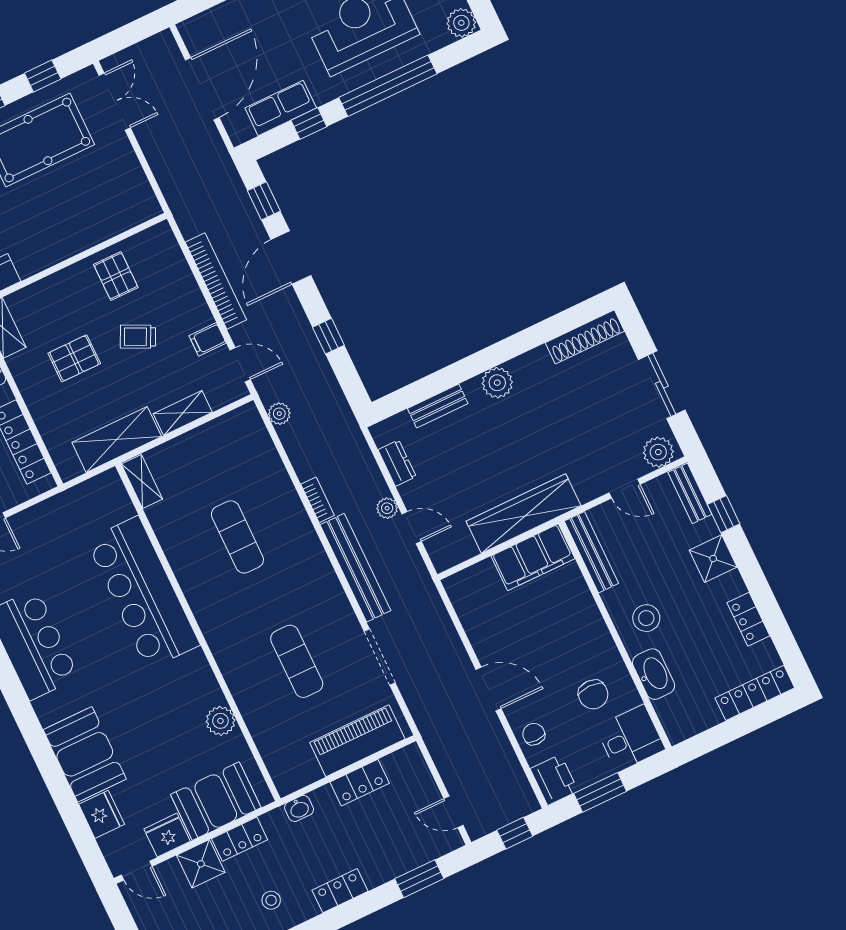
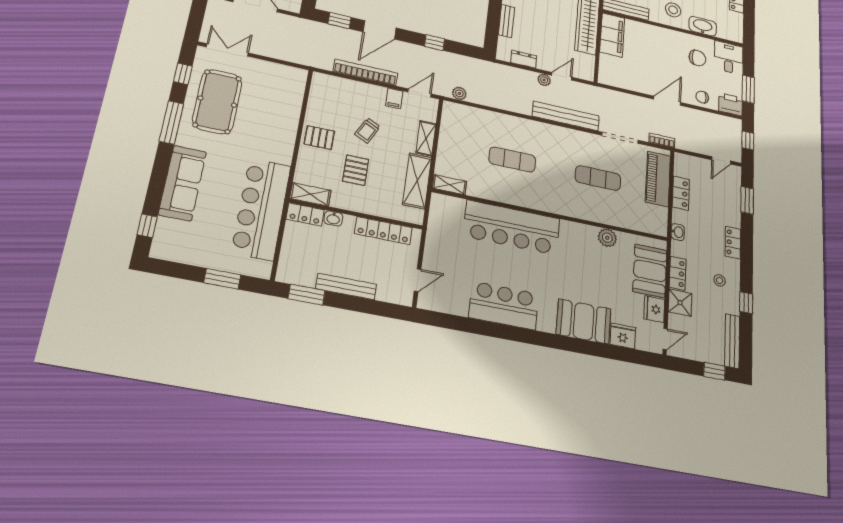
door: (291, 257) -> (380, 30), hinge flipped
pallet: (116, 276) -> (319, 138), moved
bookcase: (318, 500) -> (662, 140), moved

